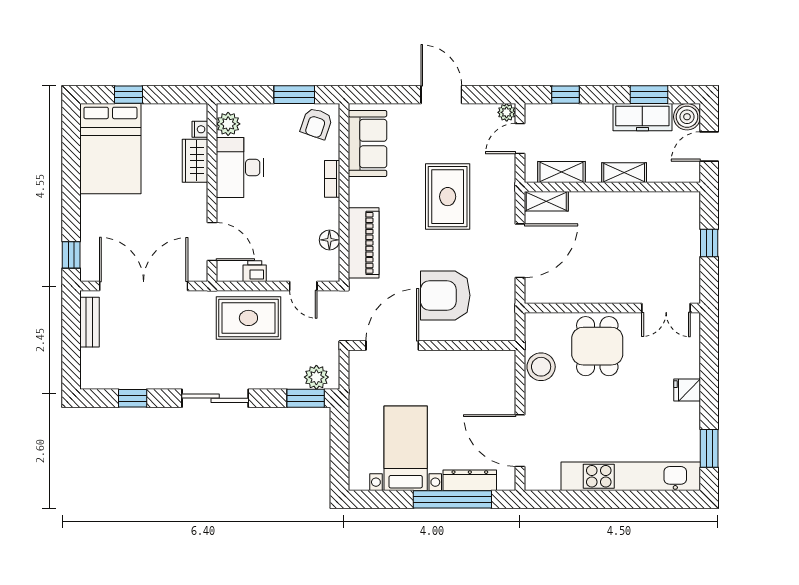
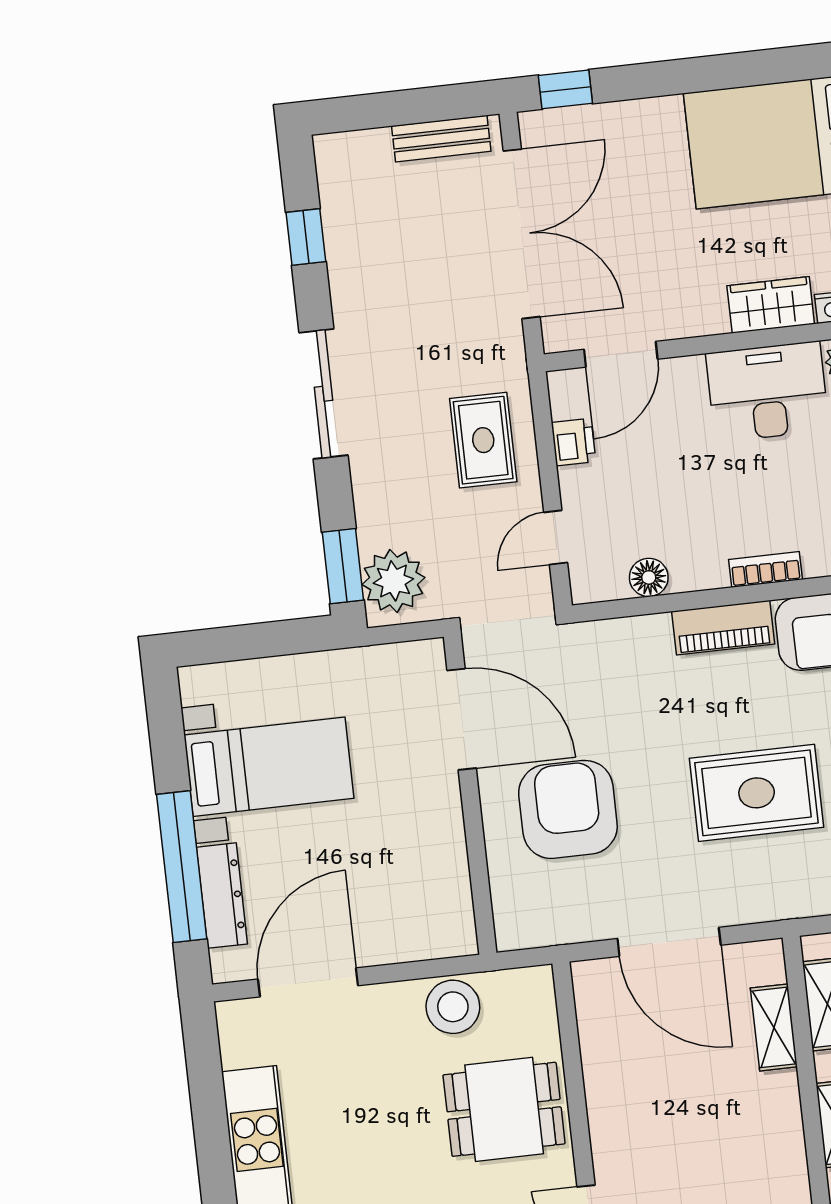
shelving: (546, 201) -> (774, 1027), moved
piano: (364, 243) -> (723, 628), moved, width x0.73, depth x0.75
rug: (248, 318) -> (483, 440), width x0.73, depth x0.70
plant: (316, 377) -> (393, 581), width x1.36, depth x1.36

